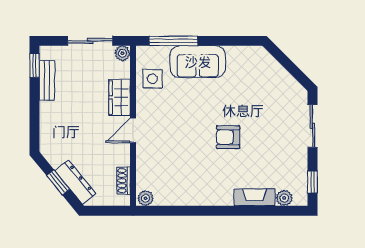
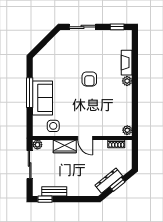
window: (173, 41) -> (30, 93), moved
dresser: (75, 182) -> (109, 181), moved
plant: (284, 198) -> (127, 81), moved

